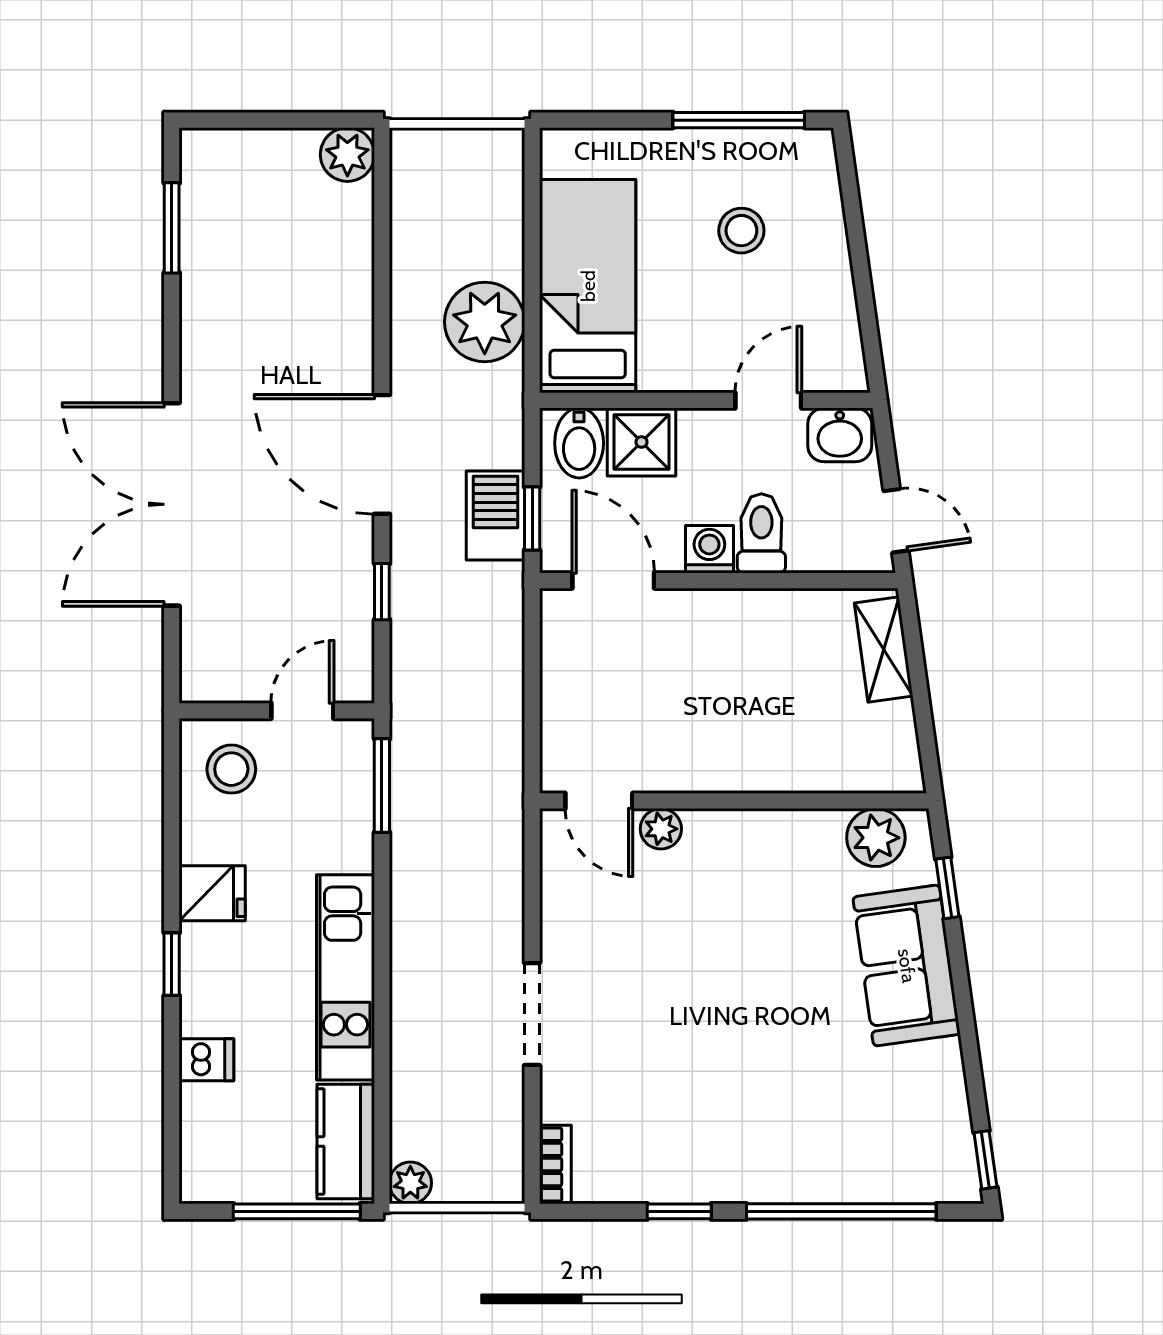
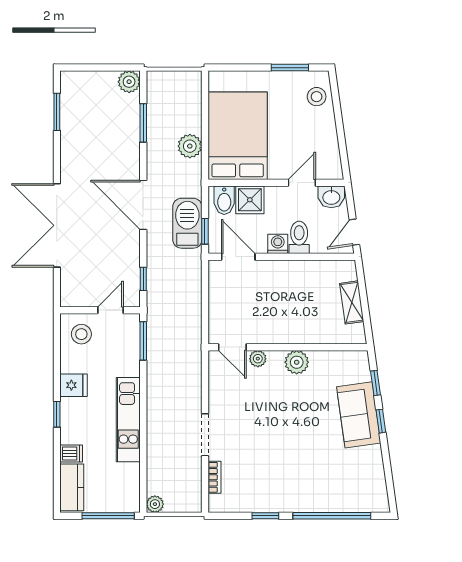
window: (739, 120) -> (290, 68), width x0.69
stool: (741, 231) -> (317, 97), moved
window: (382, 255) -> (143, 123), added
bed: (588, 286) -> (238, 136), width x1.50
plant: (485, 322) -> (190, 146), width x0.73, depth x0.73
barbecue: (495, 515) -> (187, 223), width x1.37, depth x1.21
door: (896, 521) -> (354, 232), swing flipped
window: (382, 592) -> (143, 279), moved
shelving: (884, 650) -> (352, 302), moved
plant: (876, 838) -> (297, 362), moved
kitchen counter: (346, 1141) -> (72, 487), moved, turned 180
window: (985, 1160) -> (381, 421), moved
bookcase: (555, 1164) -> (214, 477), moved

